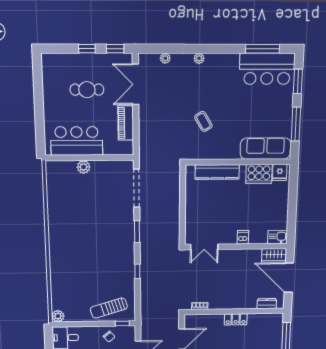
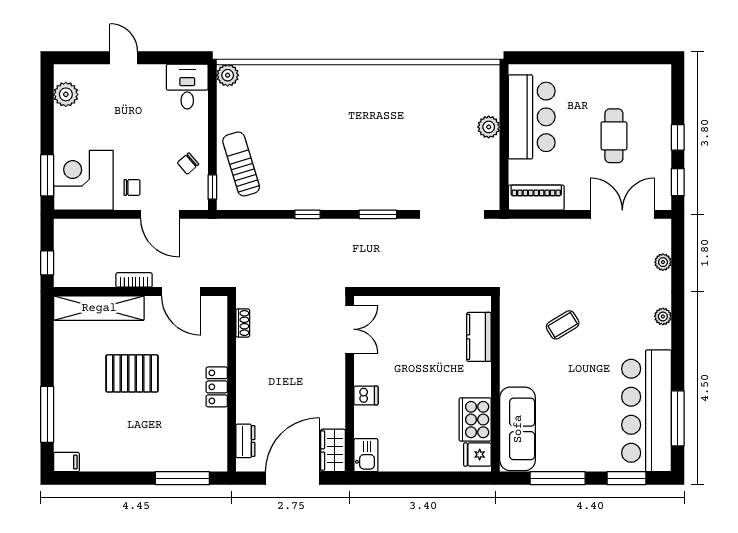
bar counter: (267, 69) -> (647, 411), width x1.36
piano: (126, 123) -> (536, 198), moved
kitchen counter: (217, 172) -> (479, 337), width x0.67
double door: (204, 247) -> (350, 329), swing flipped

